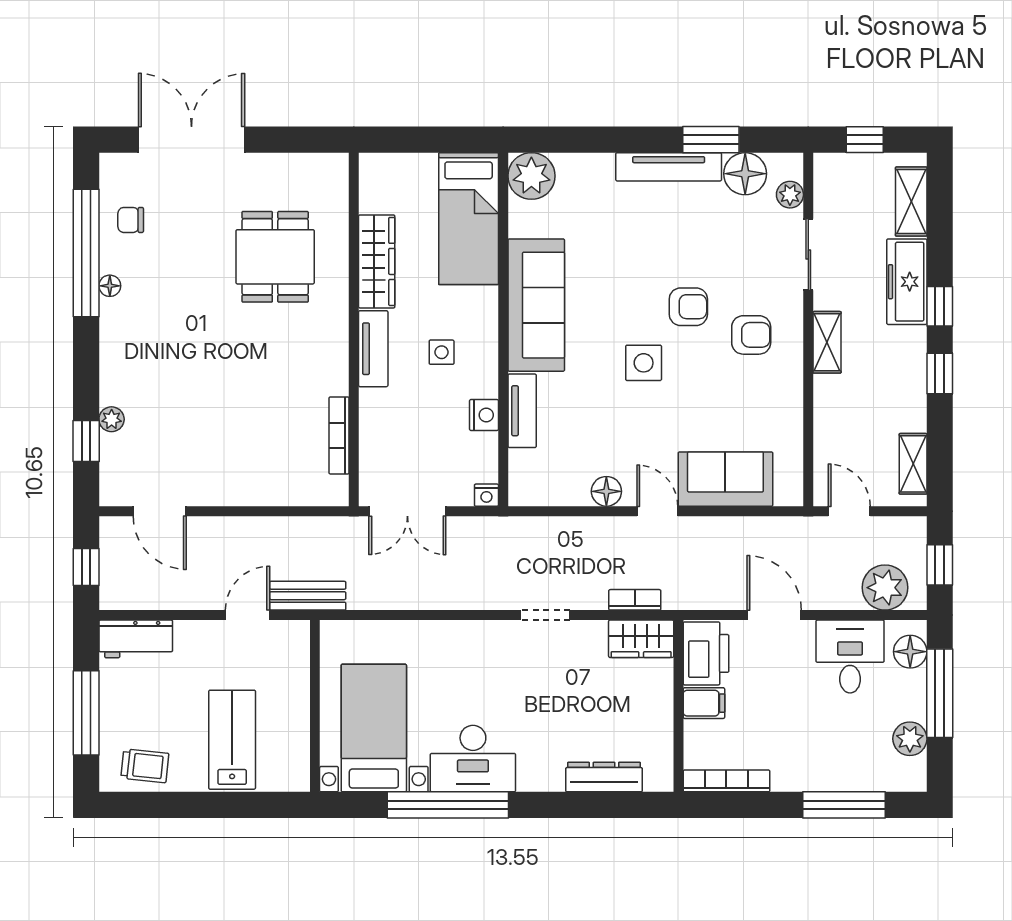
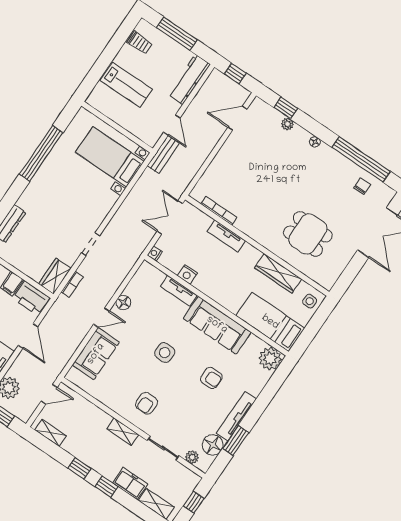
freezer: (907, 282) -> (130, 484), width x0.71
floor lamp: (110, 286) -> (315, 142), moved
armchair: (688, 307) -> (211, 378), moved, turned -90
tv unit: (373, 349) -> (226, 236), moved
side table: (442, 352) -> (310, 301), moved
door: (774, 615) -> (28, 336), hinge flipped
workbench: (136, 639) -> (189, 79), width x1.38
bed with nightstands: (374, 728) -> (110, 157), moved, turned 180
desk: (473, 759) -> (53, 176), removed
trolley: (145, 766) -> (140, 43), turned -96

